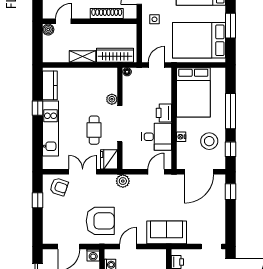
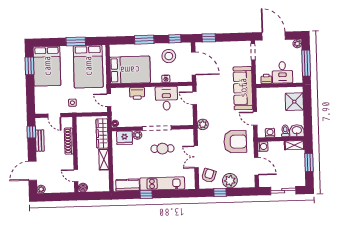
window: (231, 111) -> (144, 40), width x0.69
printer: (164, 113) -> (137, 93), moved
fridge: (109, 159) -> (125, 138), moved
plant: (52, 213) -> (230, 181), added
armchair: (100, 221) -> (235, 142), turned 90
sofa: (167, 232) -> (243, 88), width x1.36

